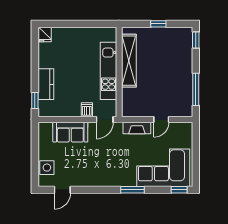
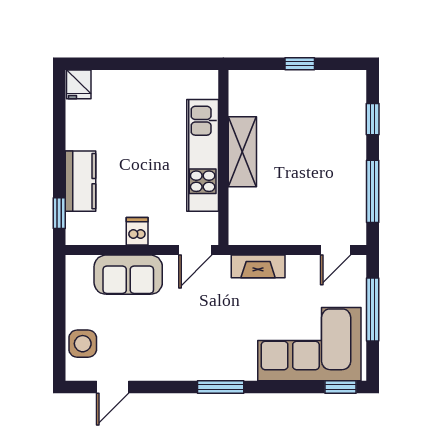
window: (196, 40) -> (373, 119), moved
shelving: (129, 61) -> (242, 152), width x0.68
dishwasher: (87, 110) -> (137, 231), moved
door: (161, 120) -> (336, 250), moved
window: (196, 150) -> (373, 310), added
window: (132, 190) -> (221, 387), moved

